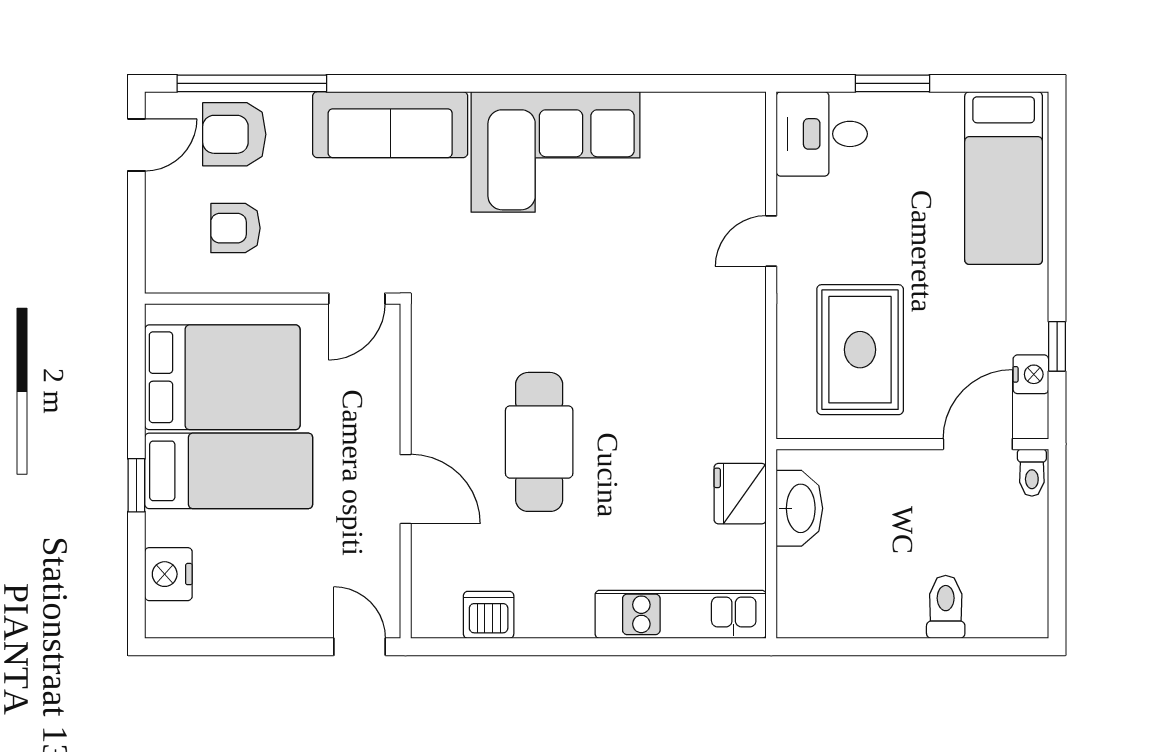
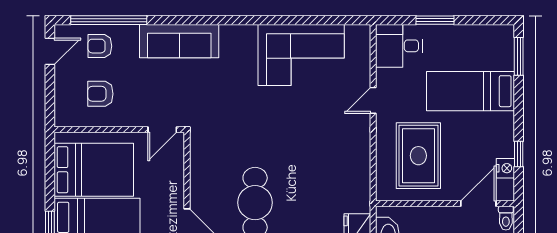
armchair: (234, 134) -> (100, 46), width x0.72, depth x0.72
corner sofa: (556, 152) -> (301, 55), moved
window: (1057, 155) -> (519, 56), added
bed: (1004, 178) -> (470, 91), moved, turned 90

